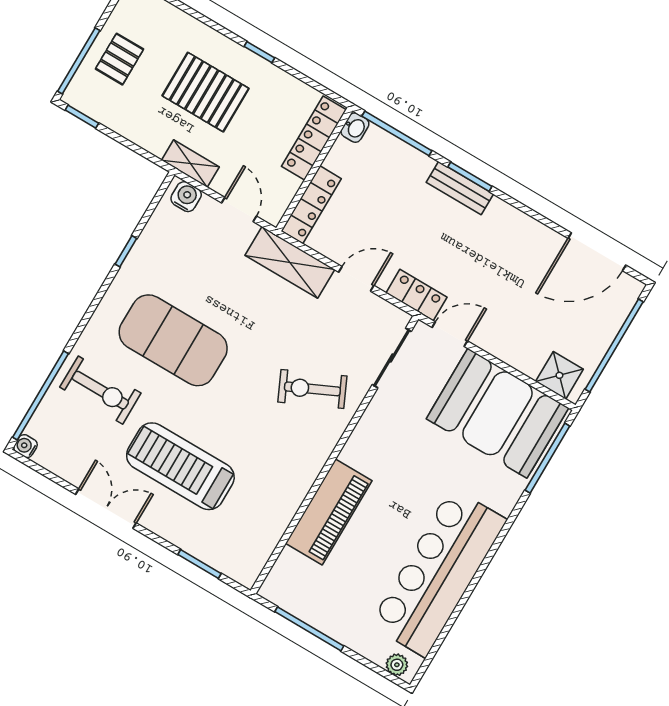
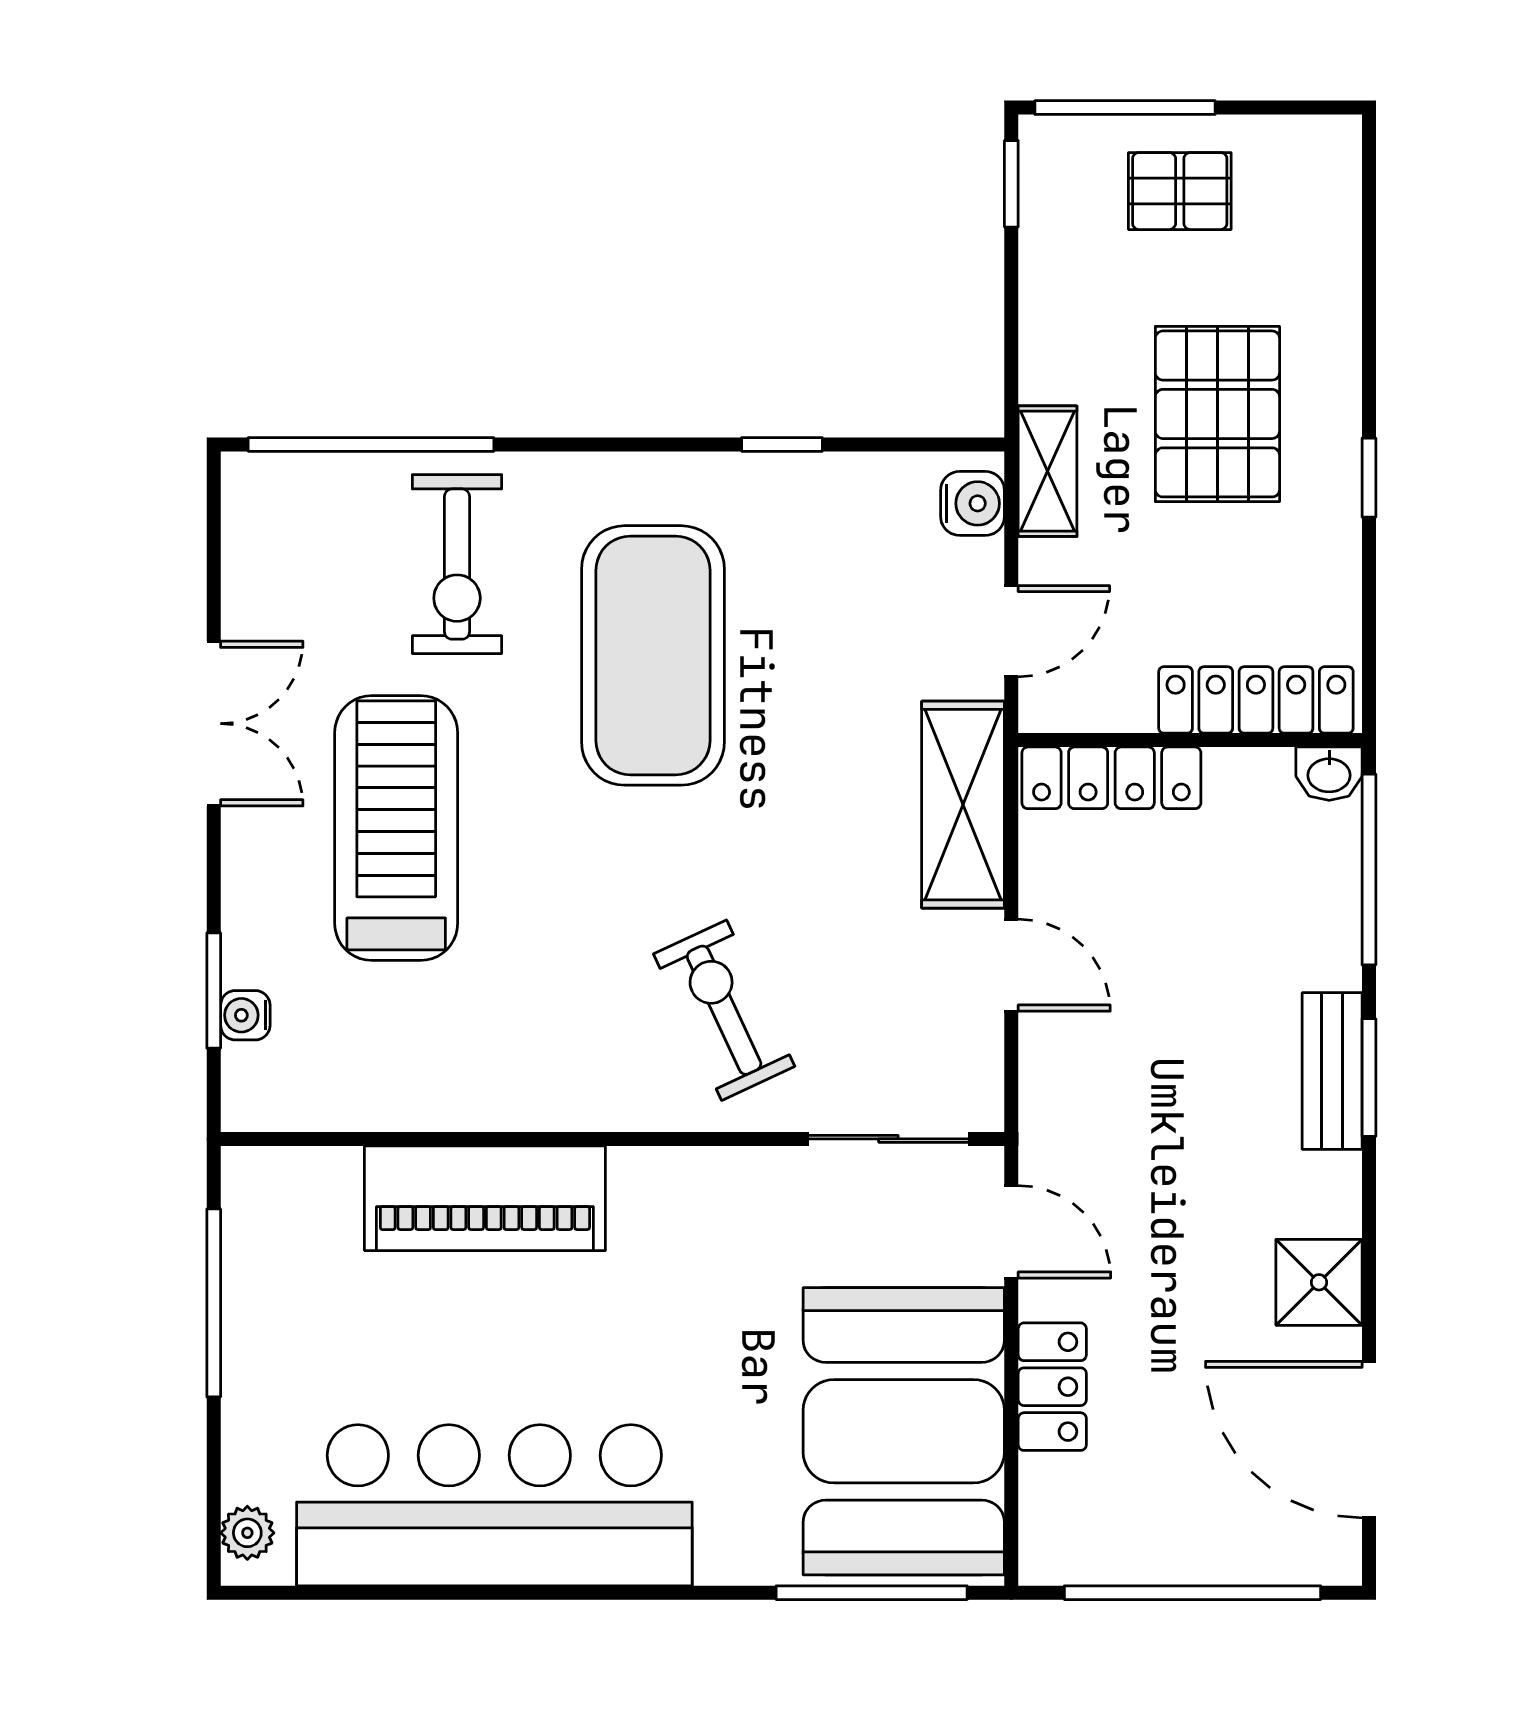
locker: (416, 295) -> (1052, 1387), moved
shower: (559, 375) -> (1319, 1282), moved
water cooler: (26, 446) -> (245, 1015), moved, turned -90

